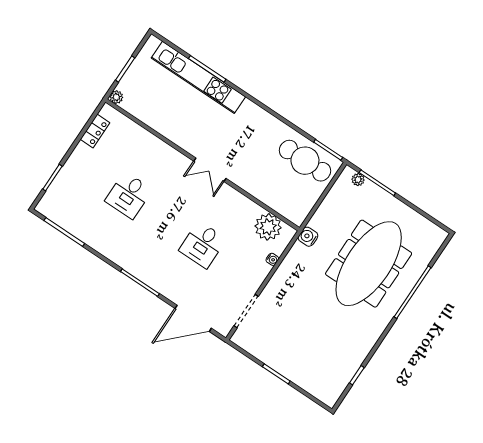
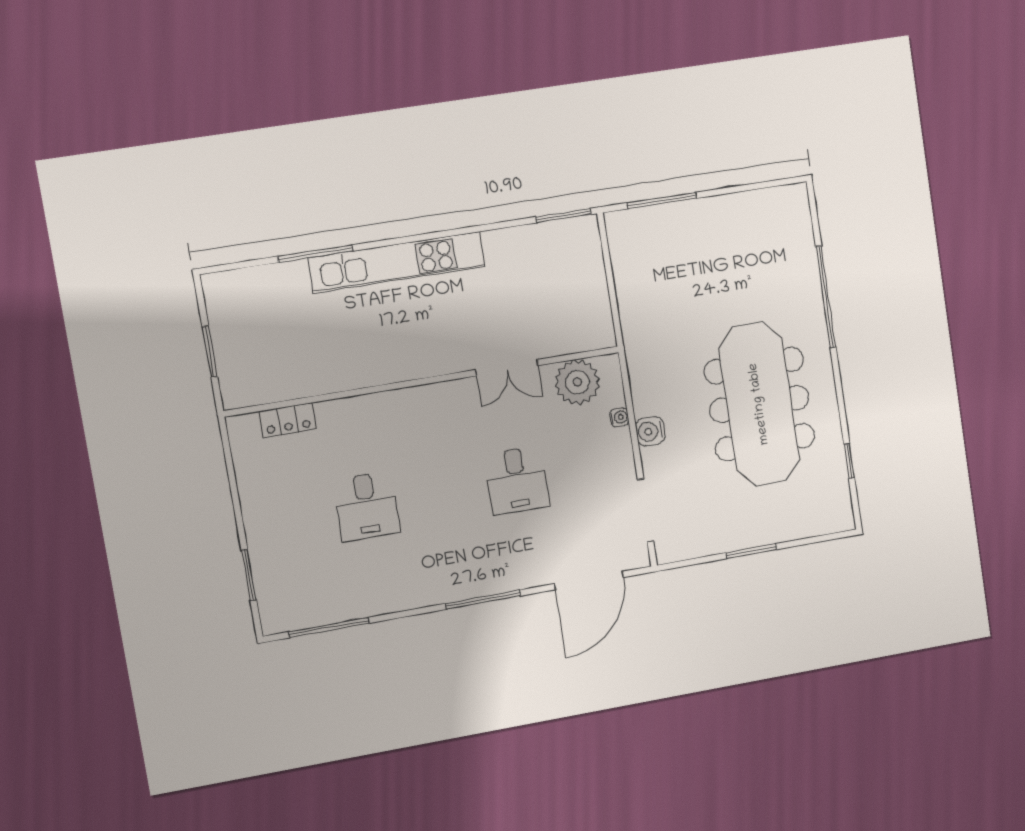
kitchen unit: (198, 77) -> (397, 262), moved
plant: (116, 97) -> (233, 398), removed
locker: (95, 131) -> (287, 420), moved, turned 90
cafe table: (305, 161) -> (547, 256), removed
double door: (210, 170) -> (507, 368), moved
plant: (358, 180) -> (634, 219), removed
water cooler: (308, 237) -> (650, 431), moved
meeting table: (369, 264) -> (759, 404), moved

